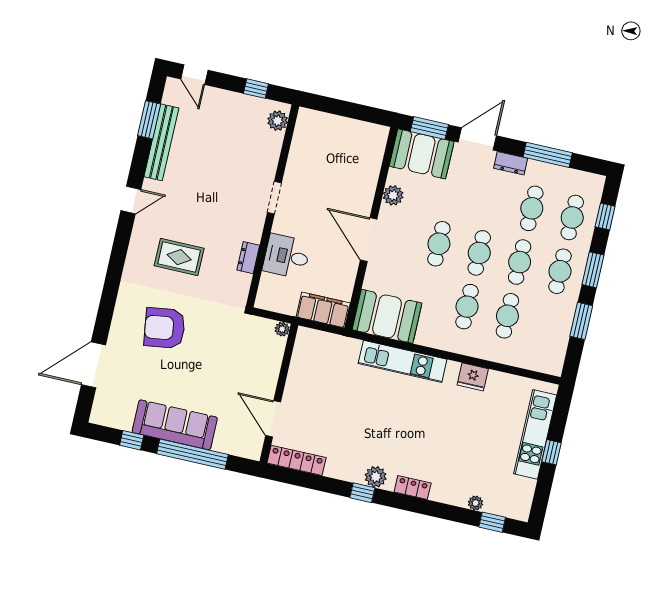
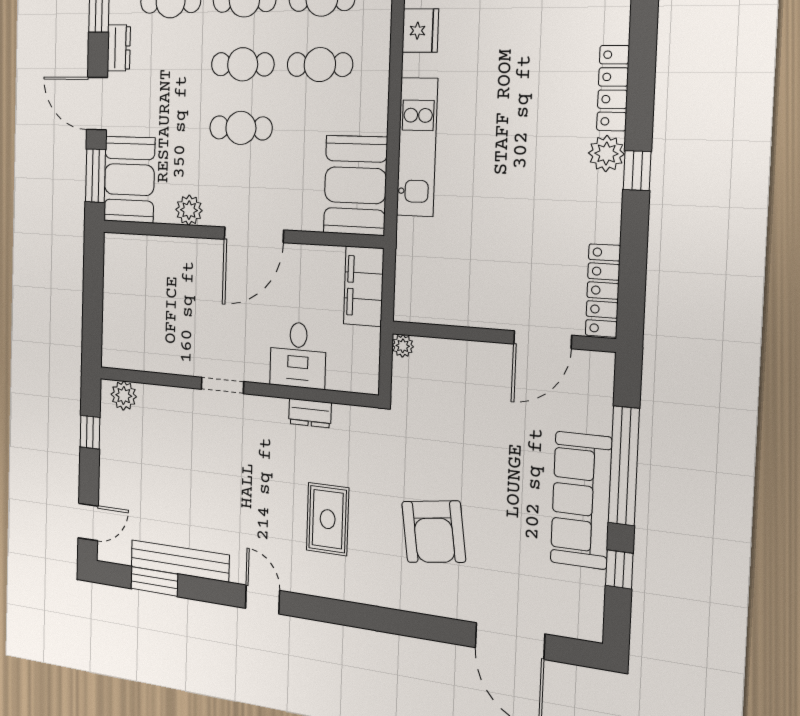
locker: (413, 487) -> (613, 88), width x1.53

